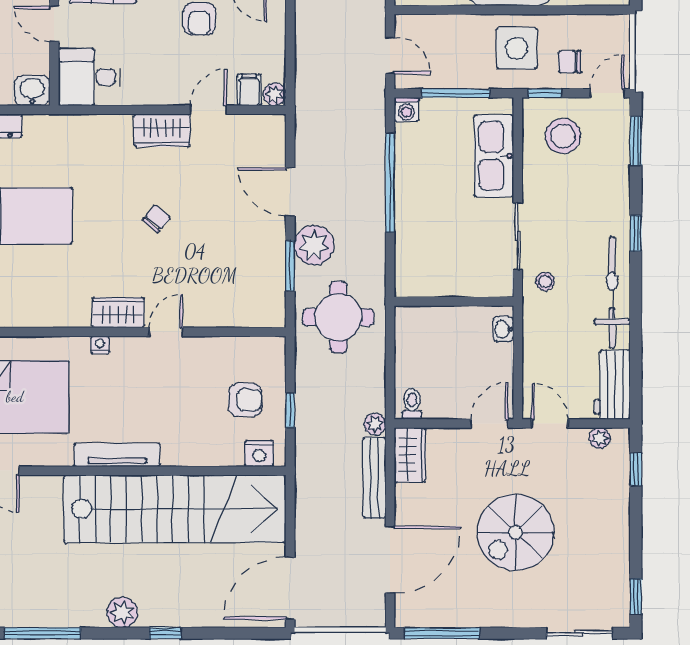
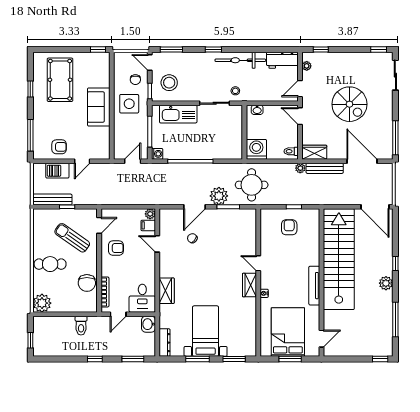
wardrobe: (162, 130) -> (167, 291), moved
chair: (156, 219) -> (192, 238), moved
washing machine: (416, 328) -> (256, 149), added
nightstand: (259, 454) -> (314, 221), removed

